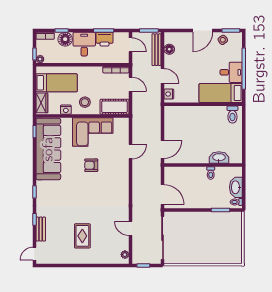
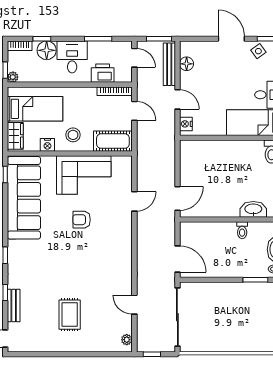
door: (203, 31) -> (231, 39), swing flipped
printer: (105, 39) -> (103, 73), moved, turned 180

